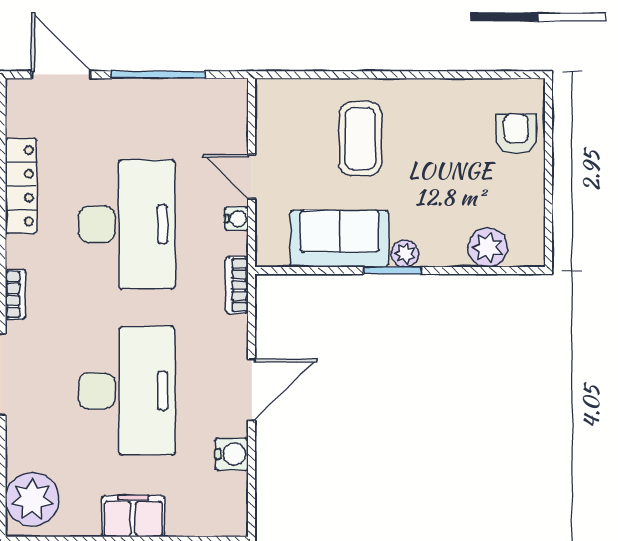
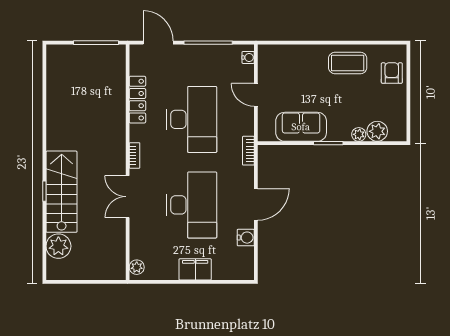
coffee table: (360, 139) -> (348, 63), moved, turned 90
water cooler: (236, 219) -> (248, 57), moved
plant: (405, 253) -> (359, 134), moved
plant: (32, 499) -> (137, 267), width x0.53, depth x0.53

